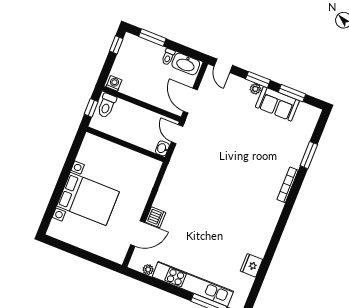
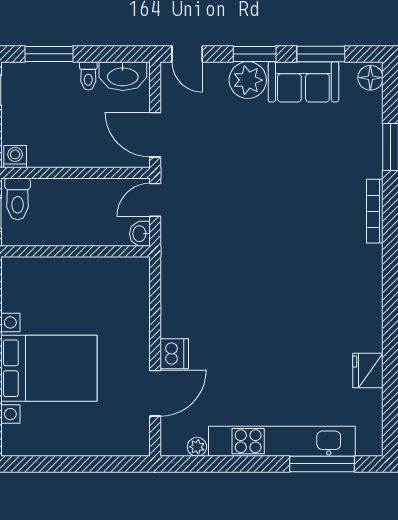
plant: (255, 89) -> (248, 80), width x1.87, depth x1.87
floor lamp: (313, 115) -> (370, 78), added
door: (177, 134) -> (155, 200), hinge flipped

